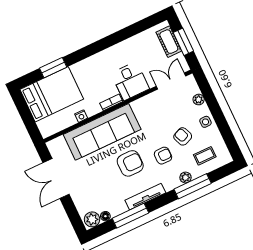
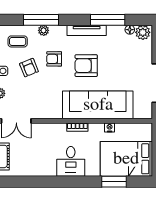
desk: (130, 81) -> (71, 161), moved, turned 180

